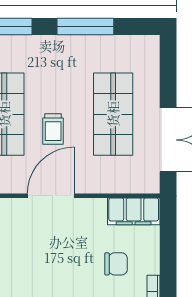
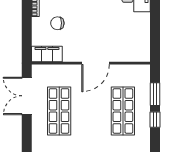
trolley: (53, 129) -> (94, 102), removed

